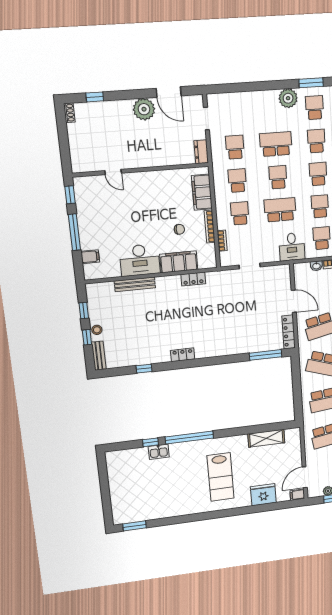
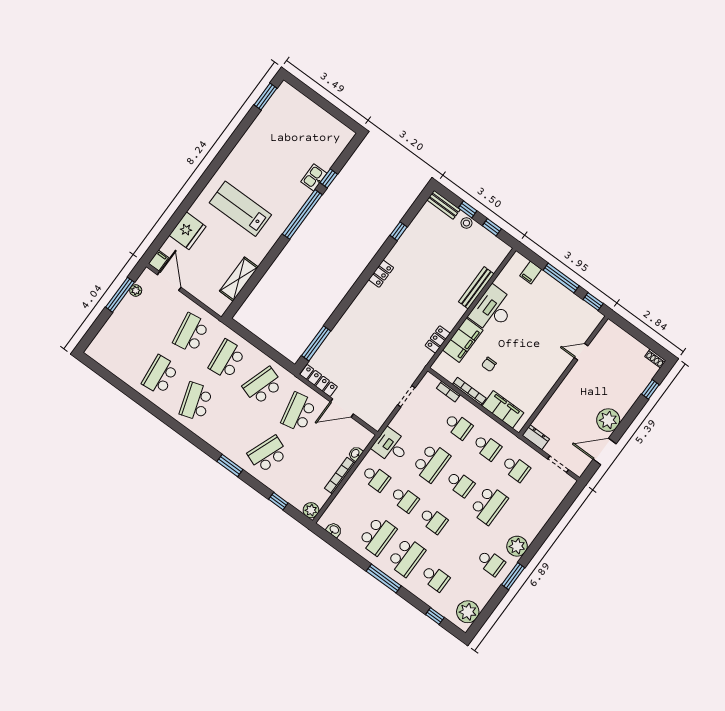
school desk: (316, 141) -> (462, 541), removed

